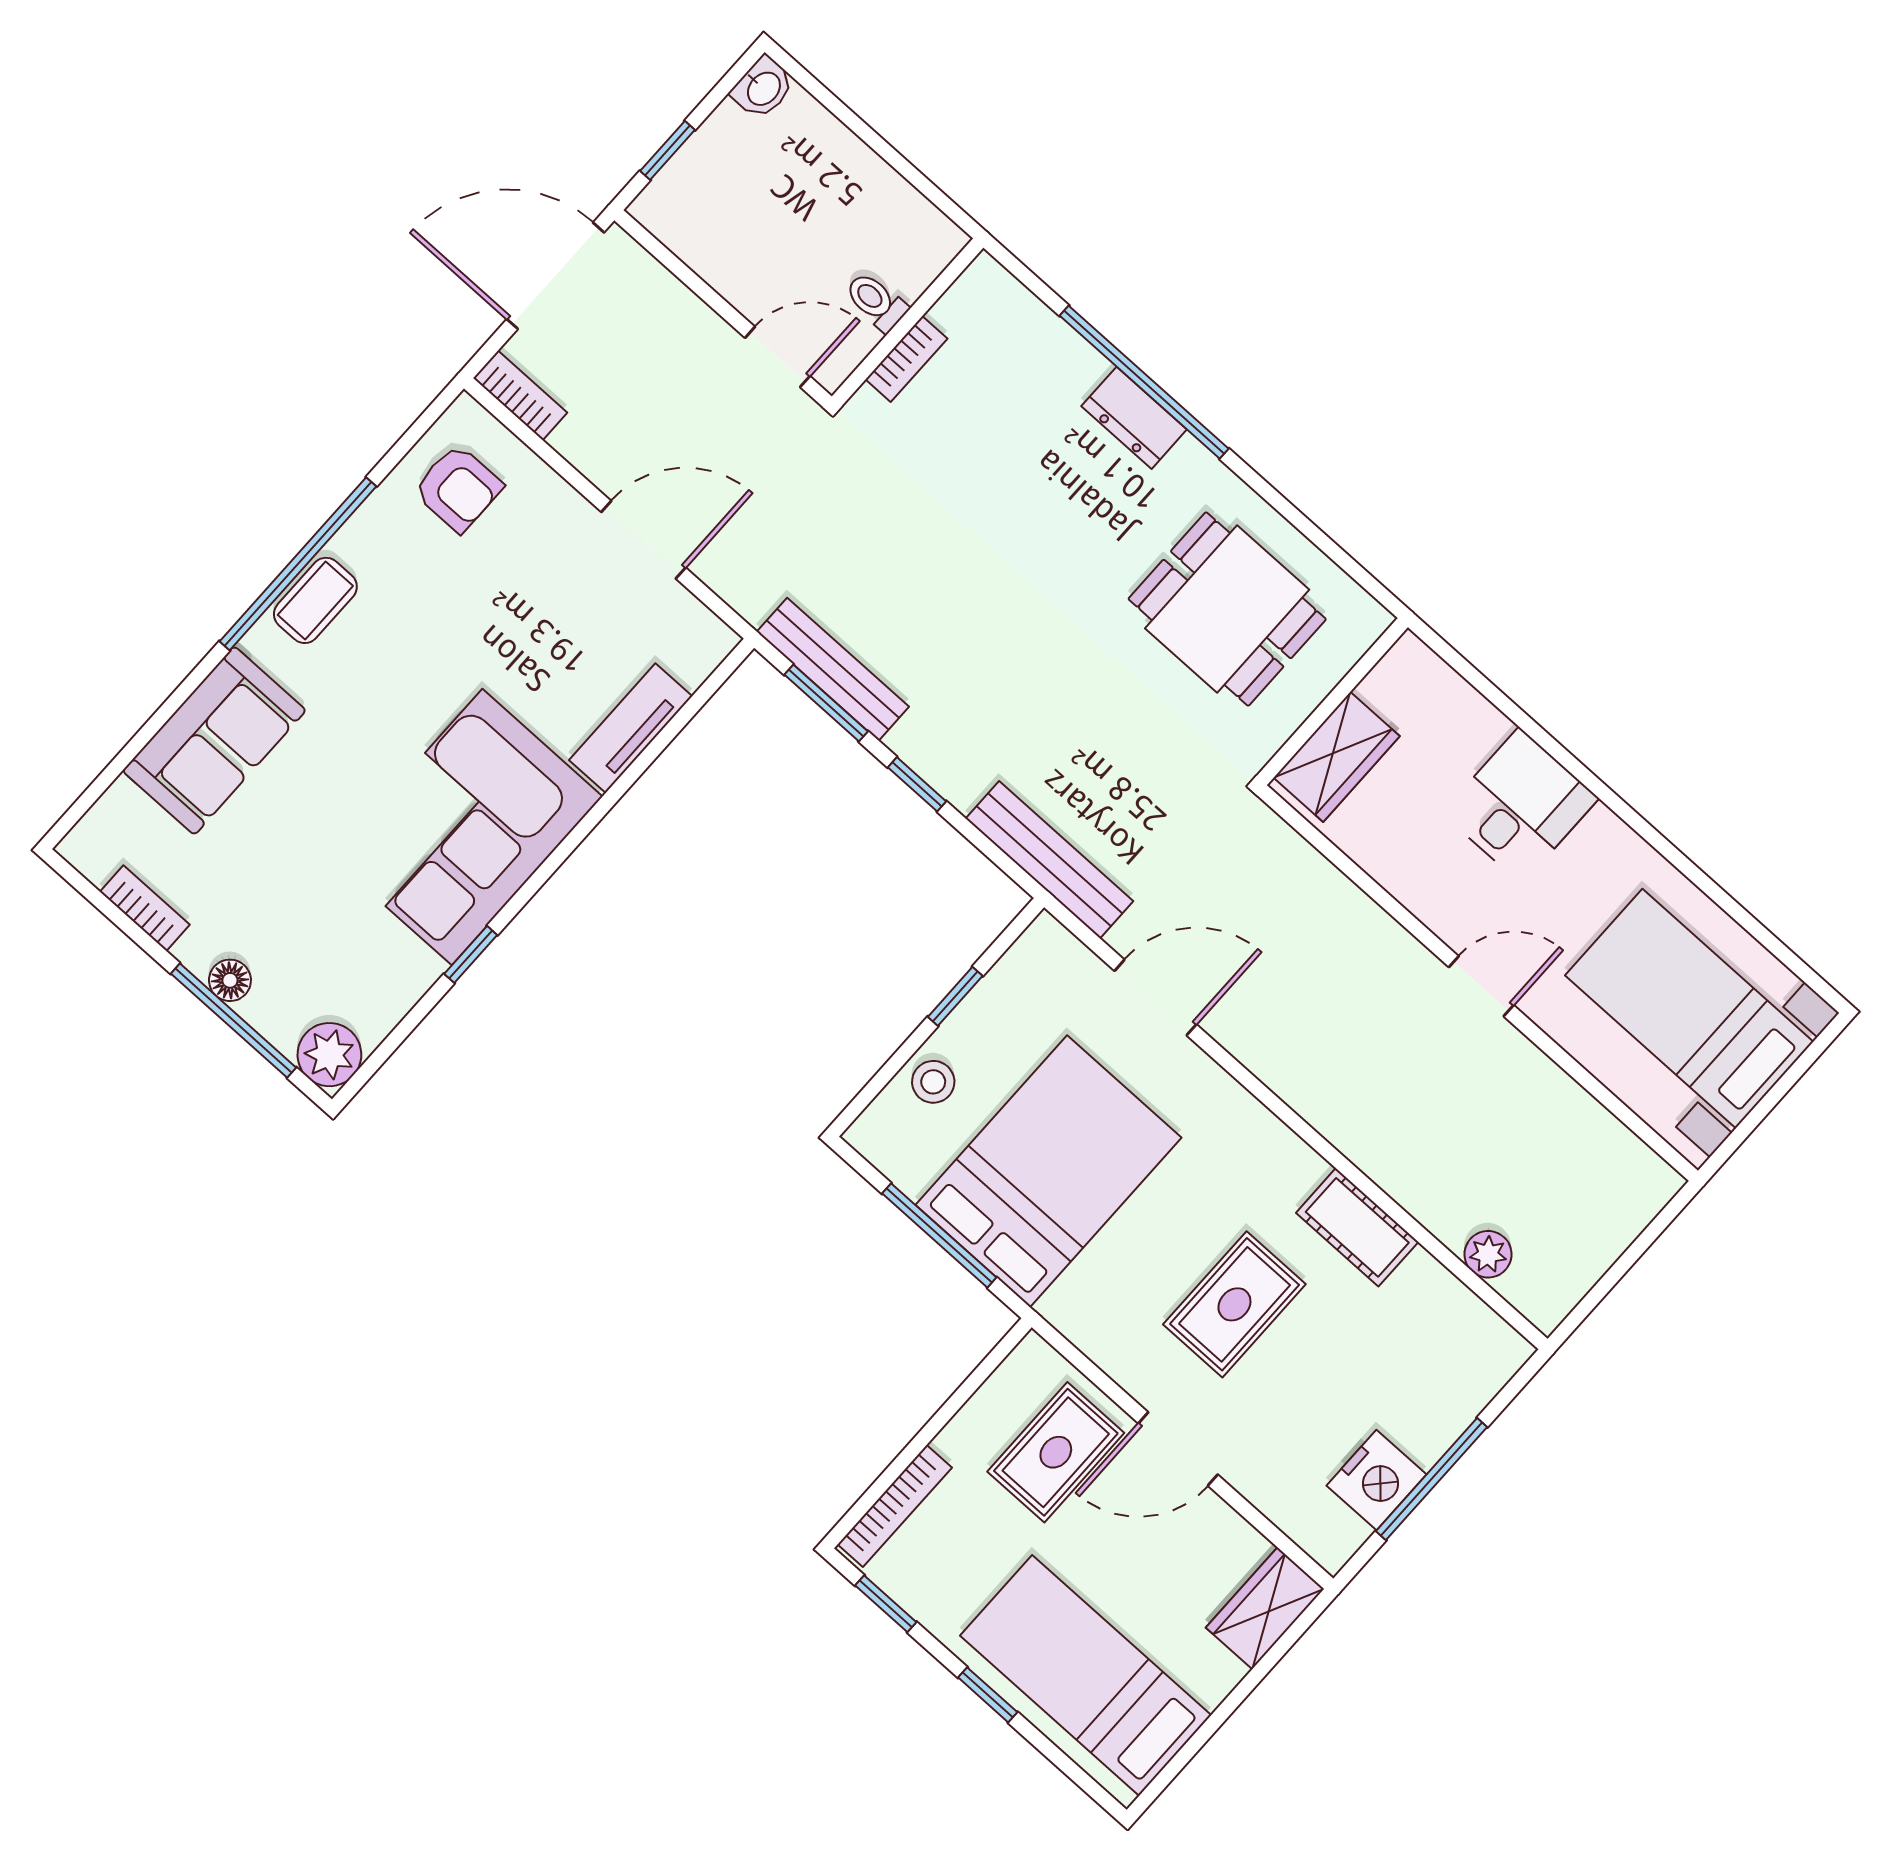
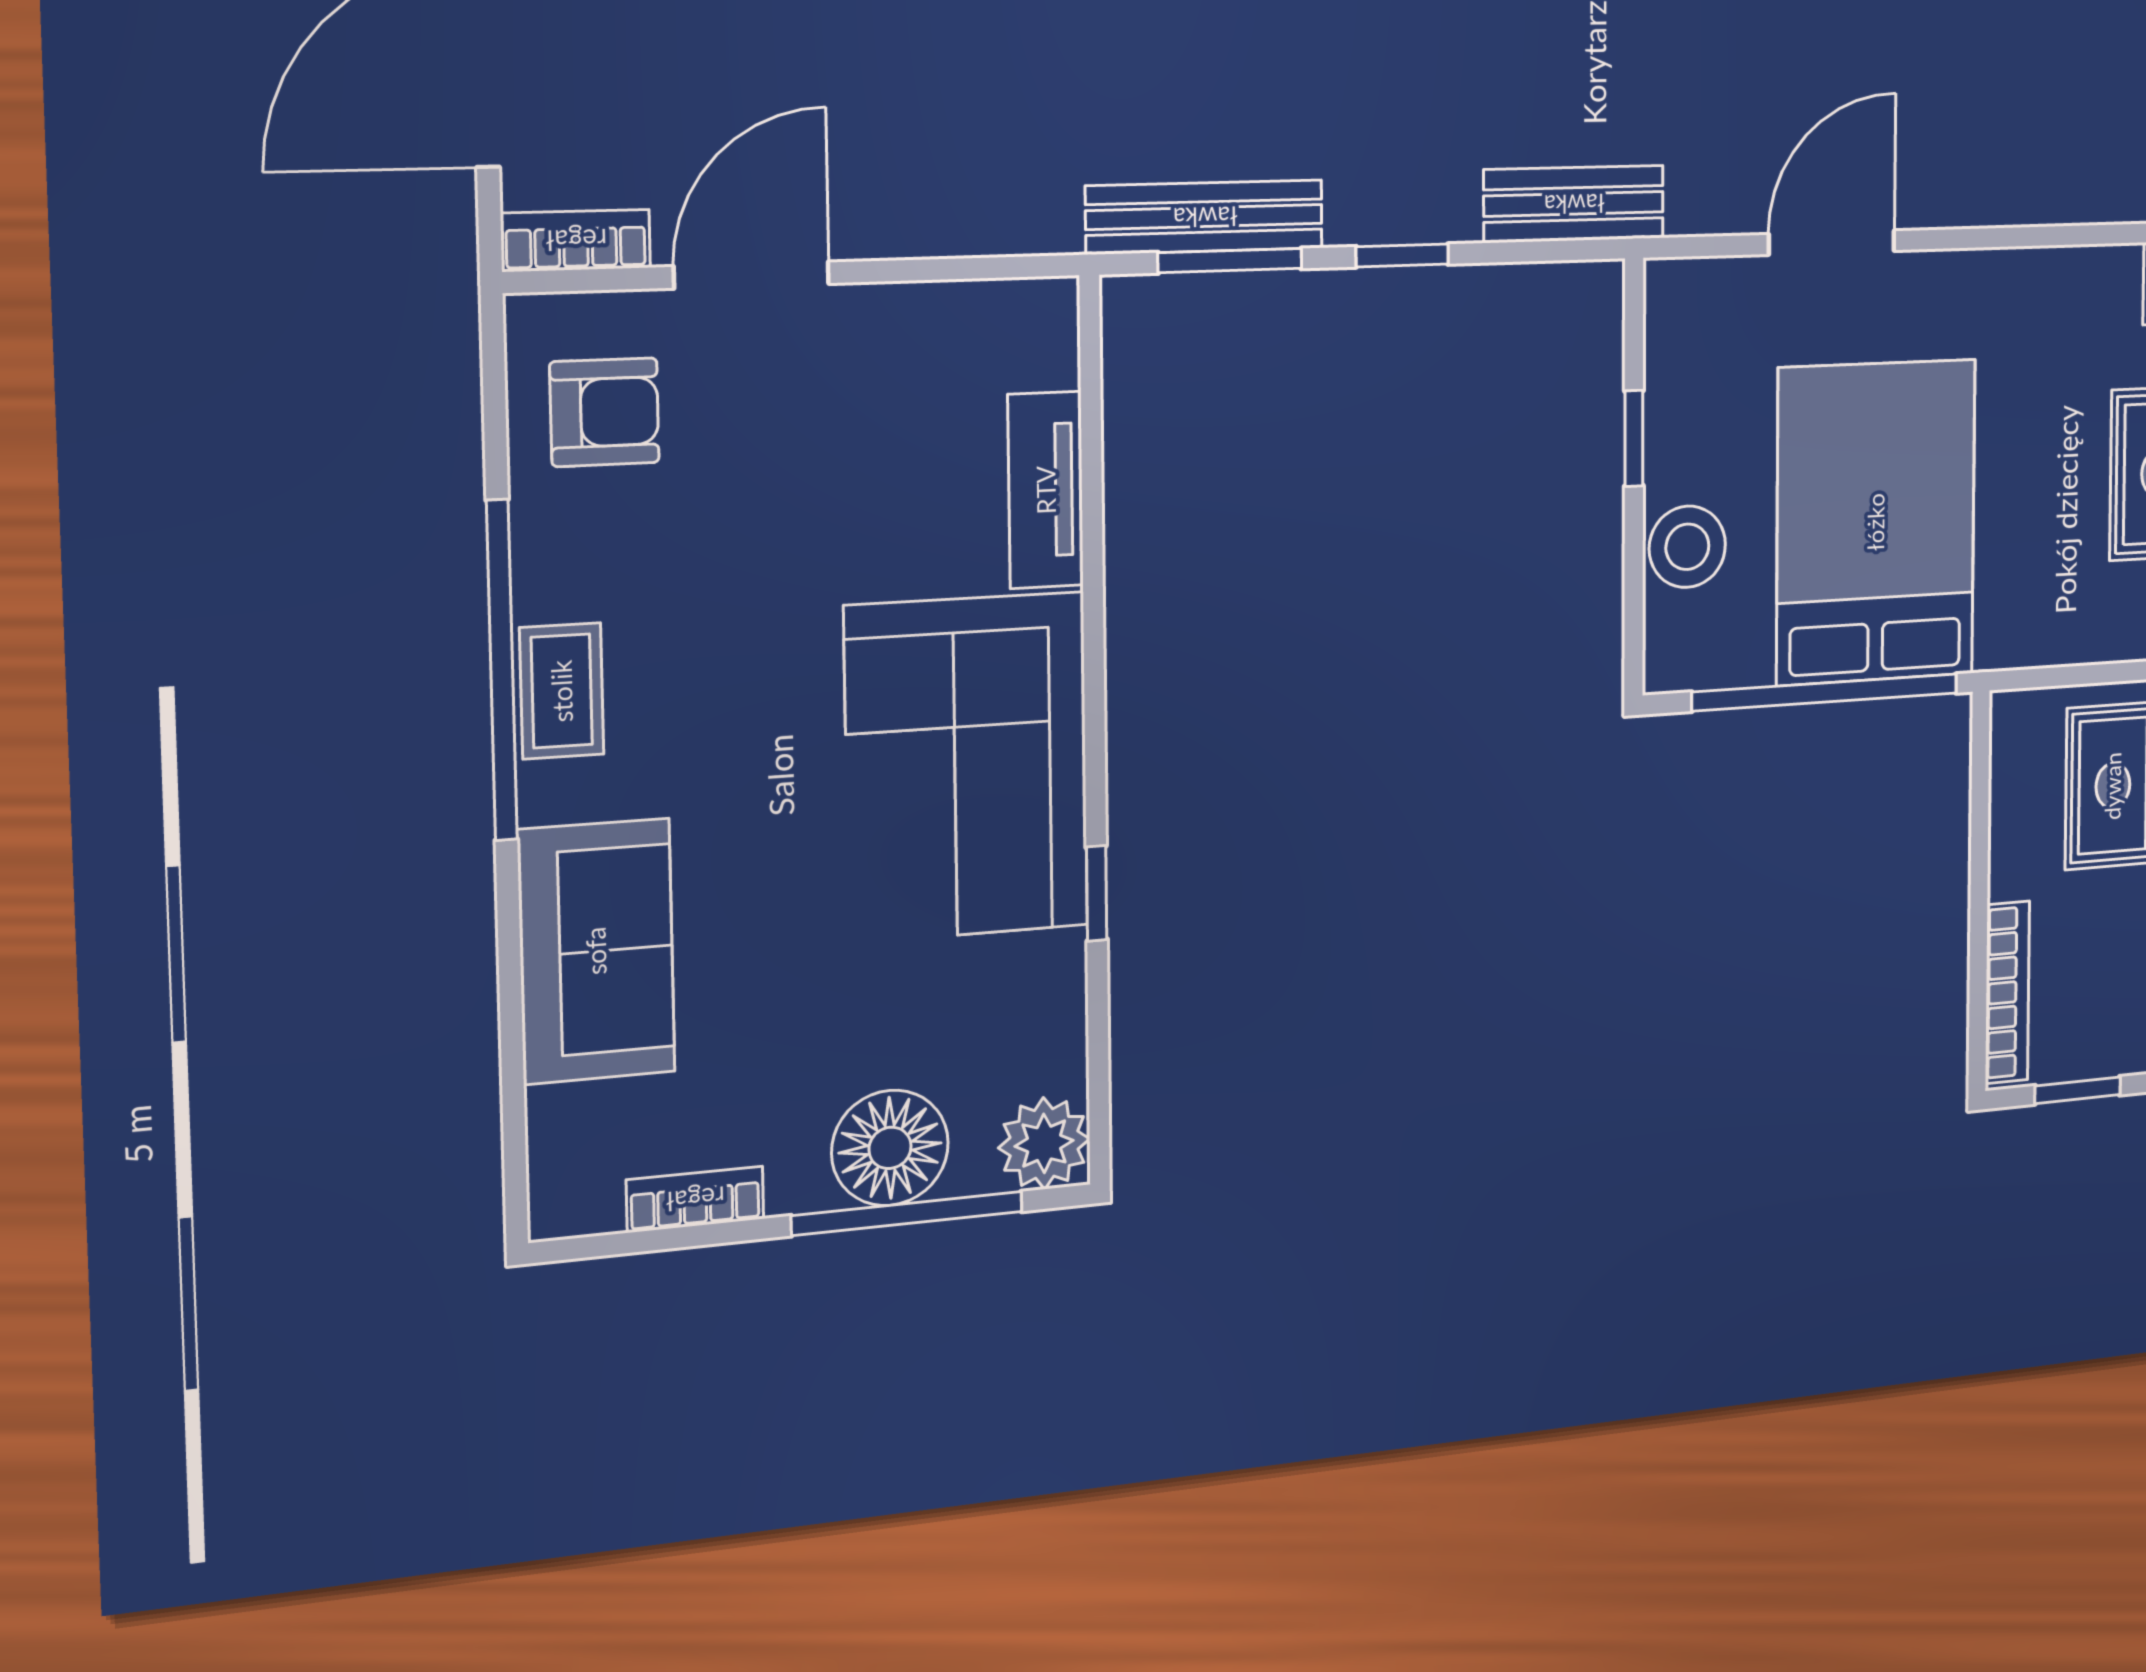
door: (644, 540) -> (752, 275), moved
bench: (1049, 860) -> (1574, 204), width x0.73
floor lamp: (230, 980) -> (890, 1148), width x1.89, depth x1.89
stool: (933, 1082) -> (1687, 547), width x1.37, depth x1.37
window: (939, 1235) -> (1825, 692), width x1.46

